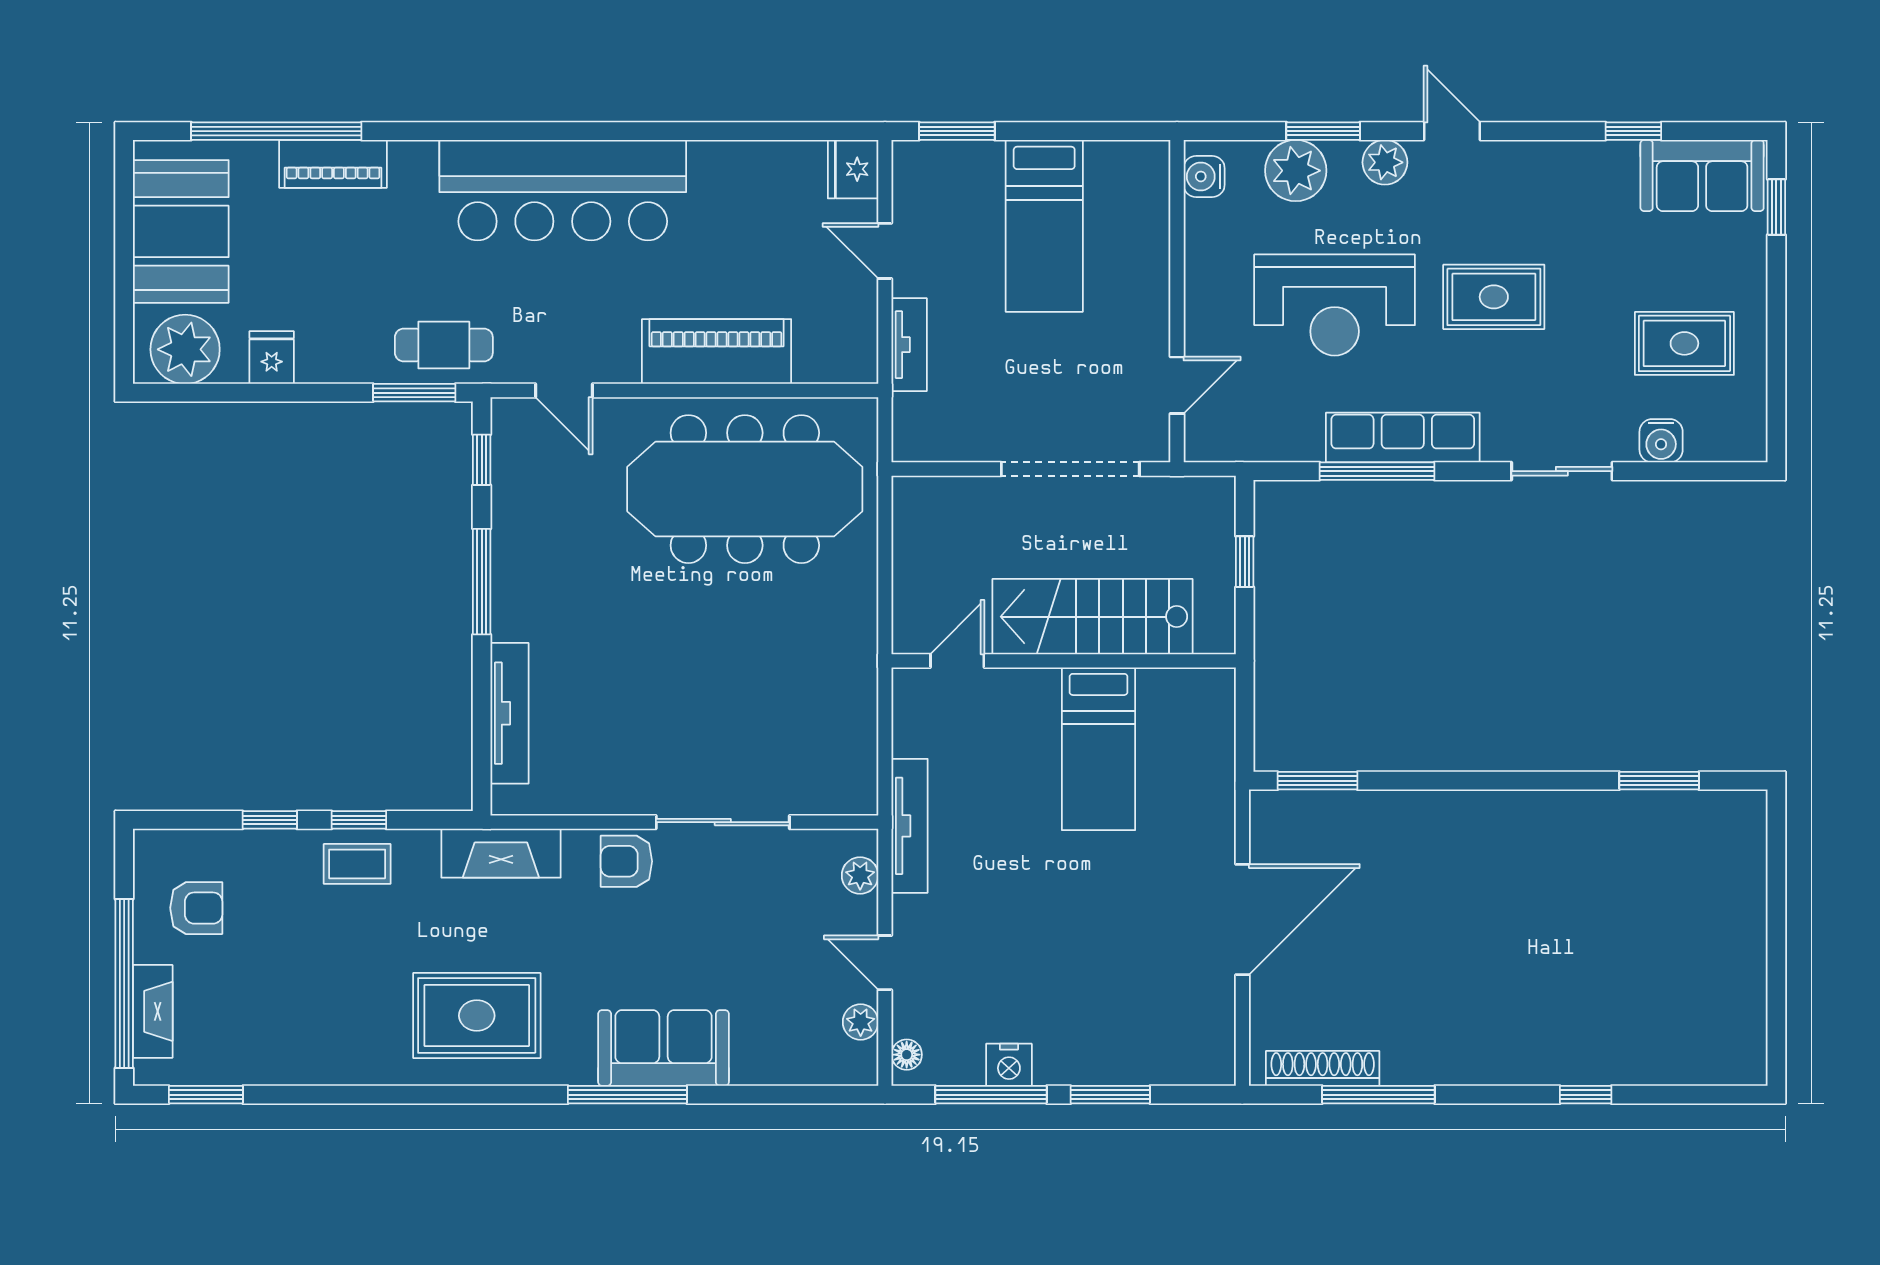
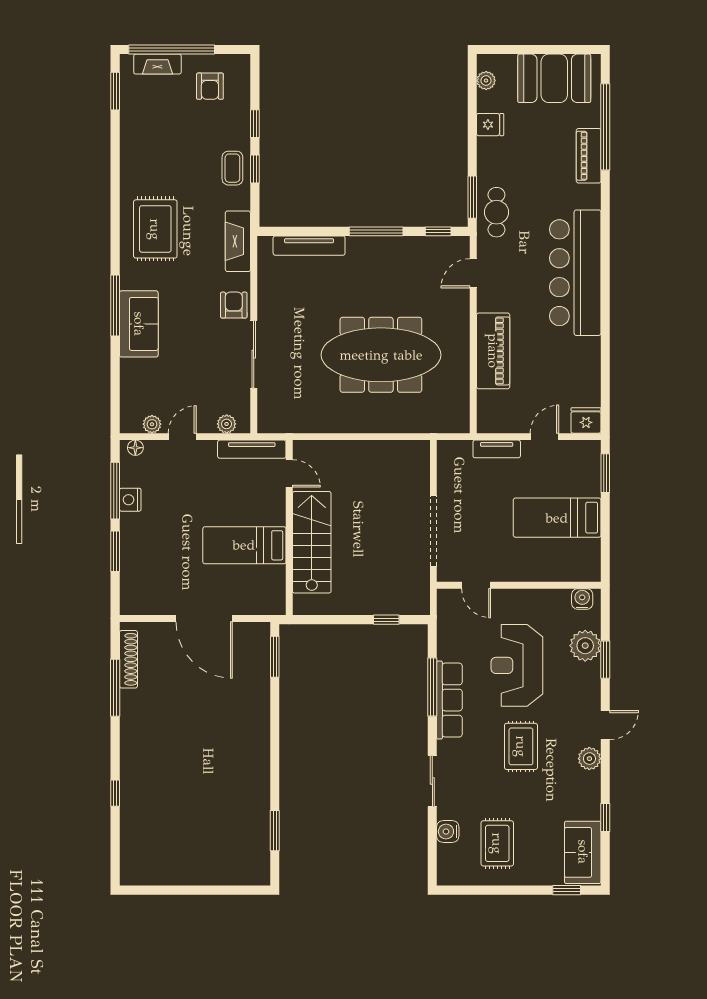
plant: (1385, 162) -> (589, 759), moved
plant: (185, 349) -> (486, 81), width x0.53, depth x0.53
meeting table: (745, 489) -> (381, 355), moved, turned 90
stairs: (1093, 617) -> (312, 542), moved
door: (957, 661) -> (289, 473), moved
wall: (1064, 661) -> (289, 528), moved
bed: (1099, 749) -> (244, 545), moved

